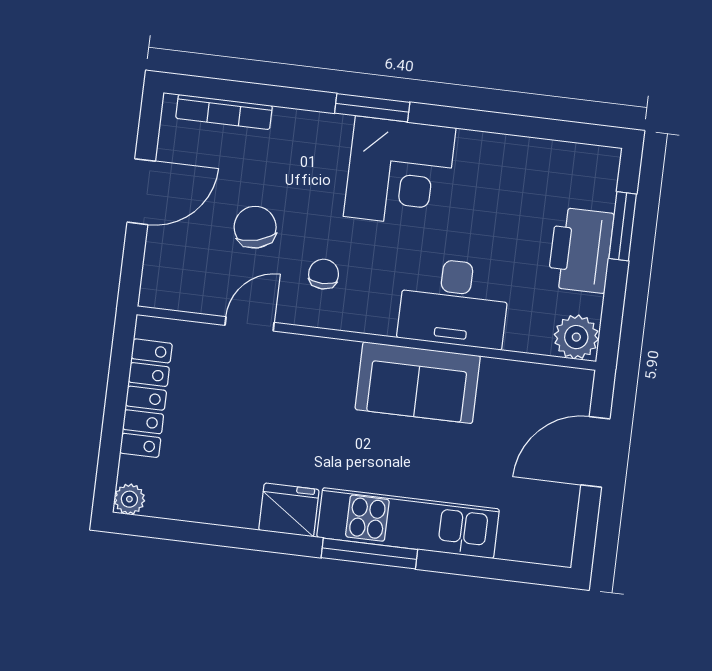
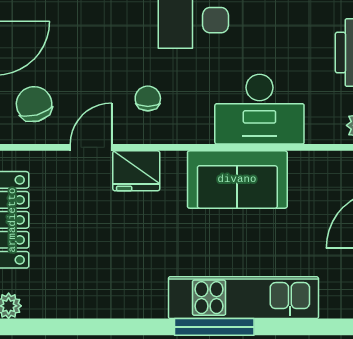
chair: (255, 227) -> (34, 104), moved
fridge: (289, 510) -> (136, 171), moved, turned 180

